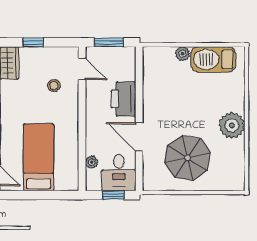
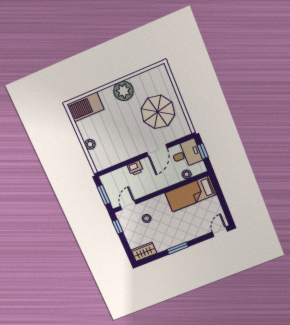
window: (33, 42) -> (118, 227), moved
barbecue: (213, 59) -> (85, 107), moved, turned 90
printer: (123, 99) -> (135, 168), width x0.53, depth x0.68
bed: (39, 157) -> (191, 194), moved

